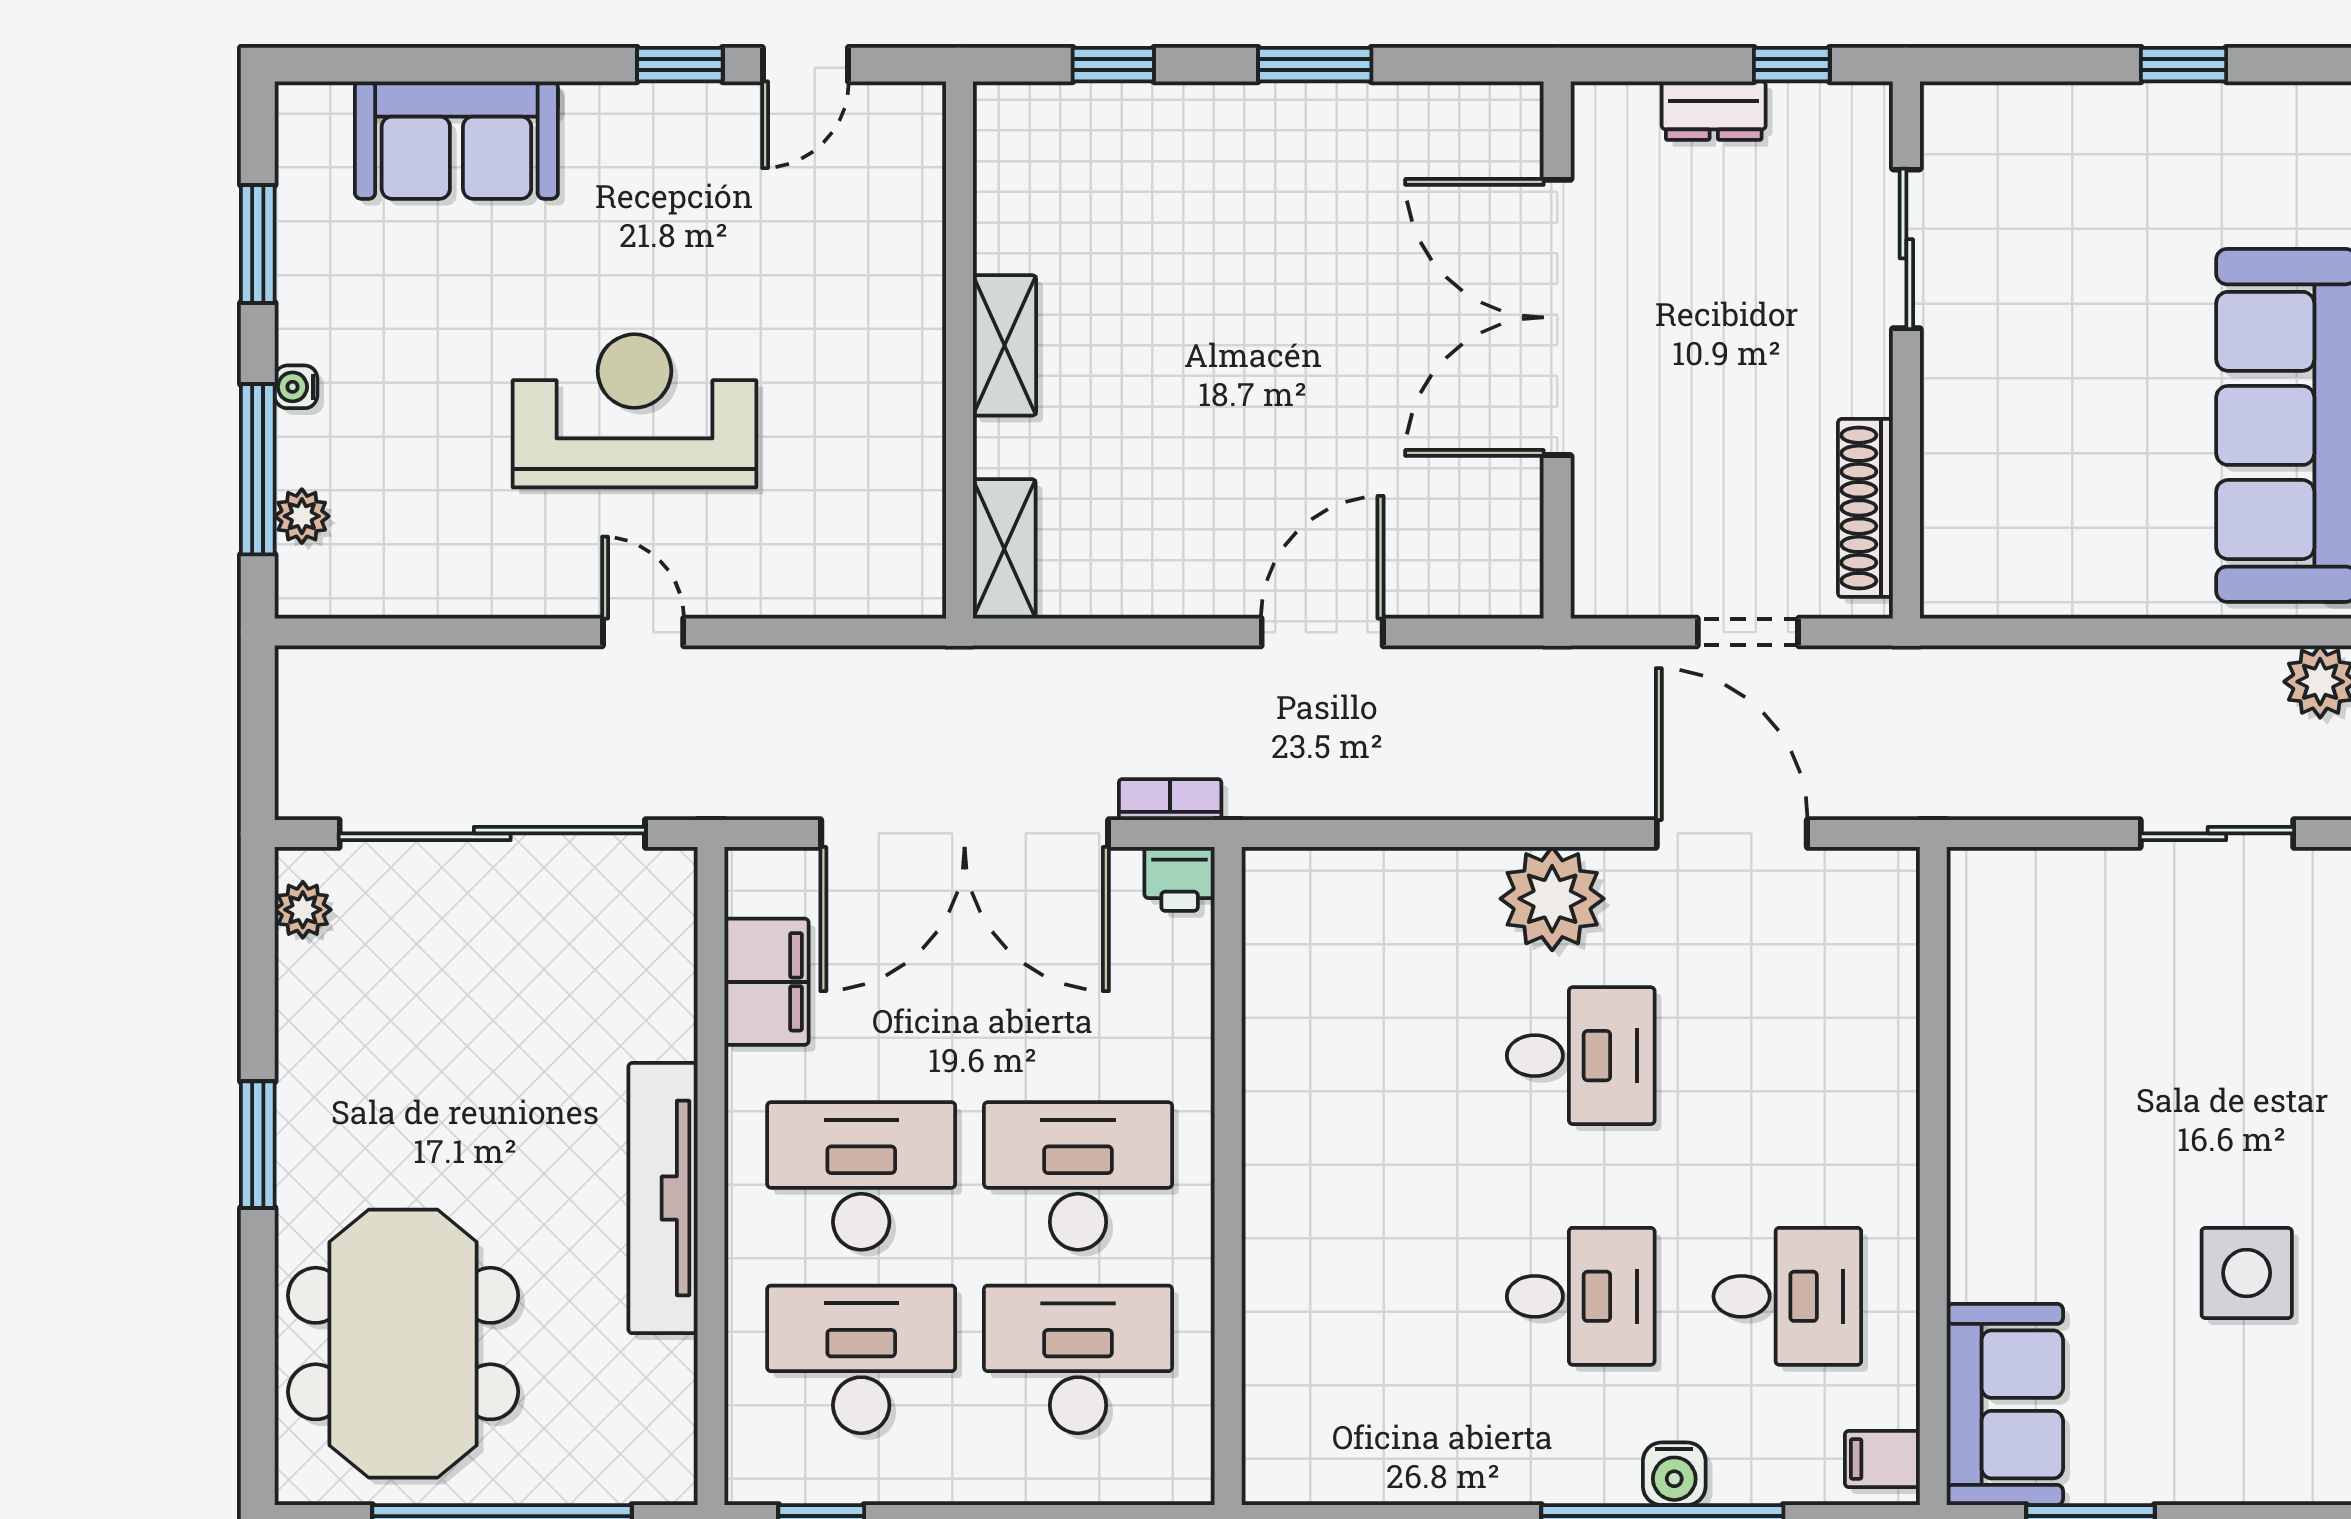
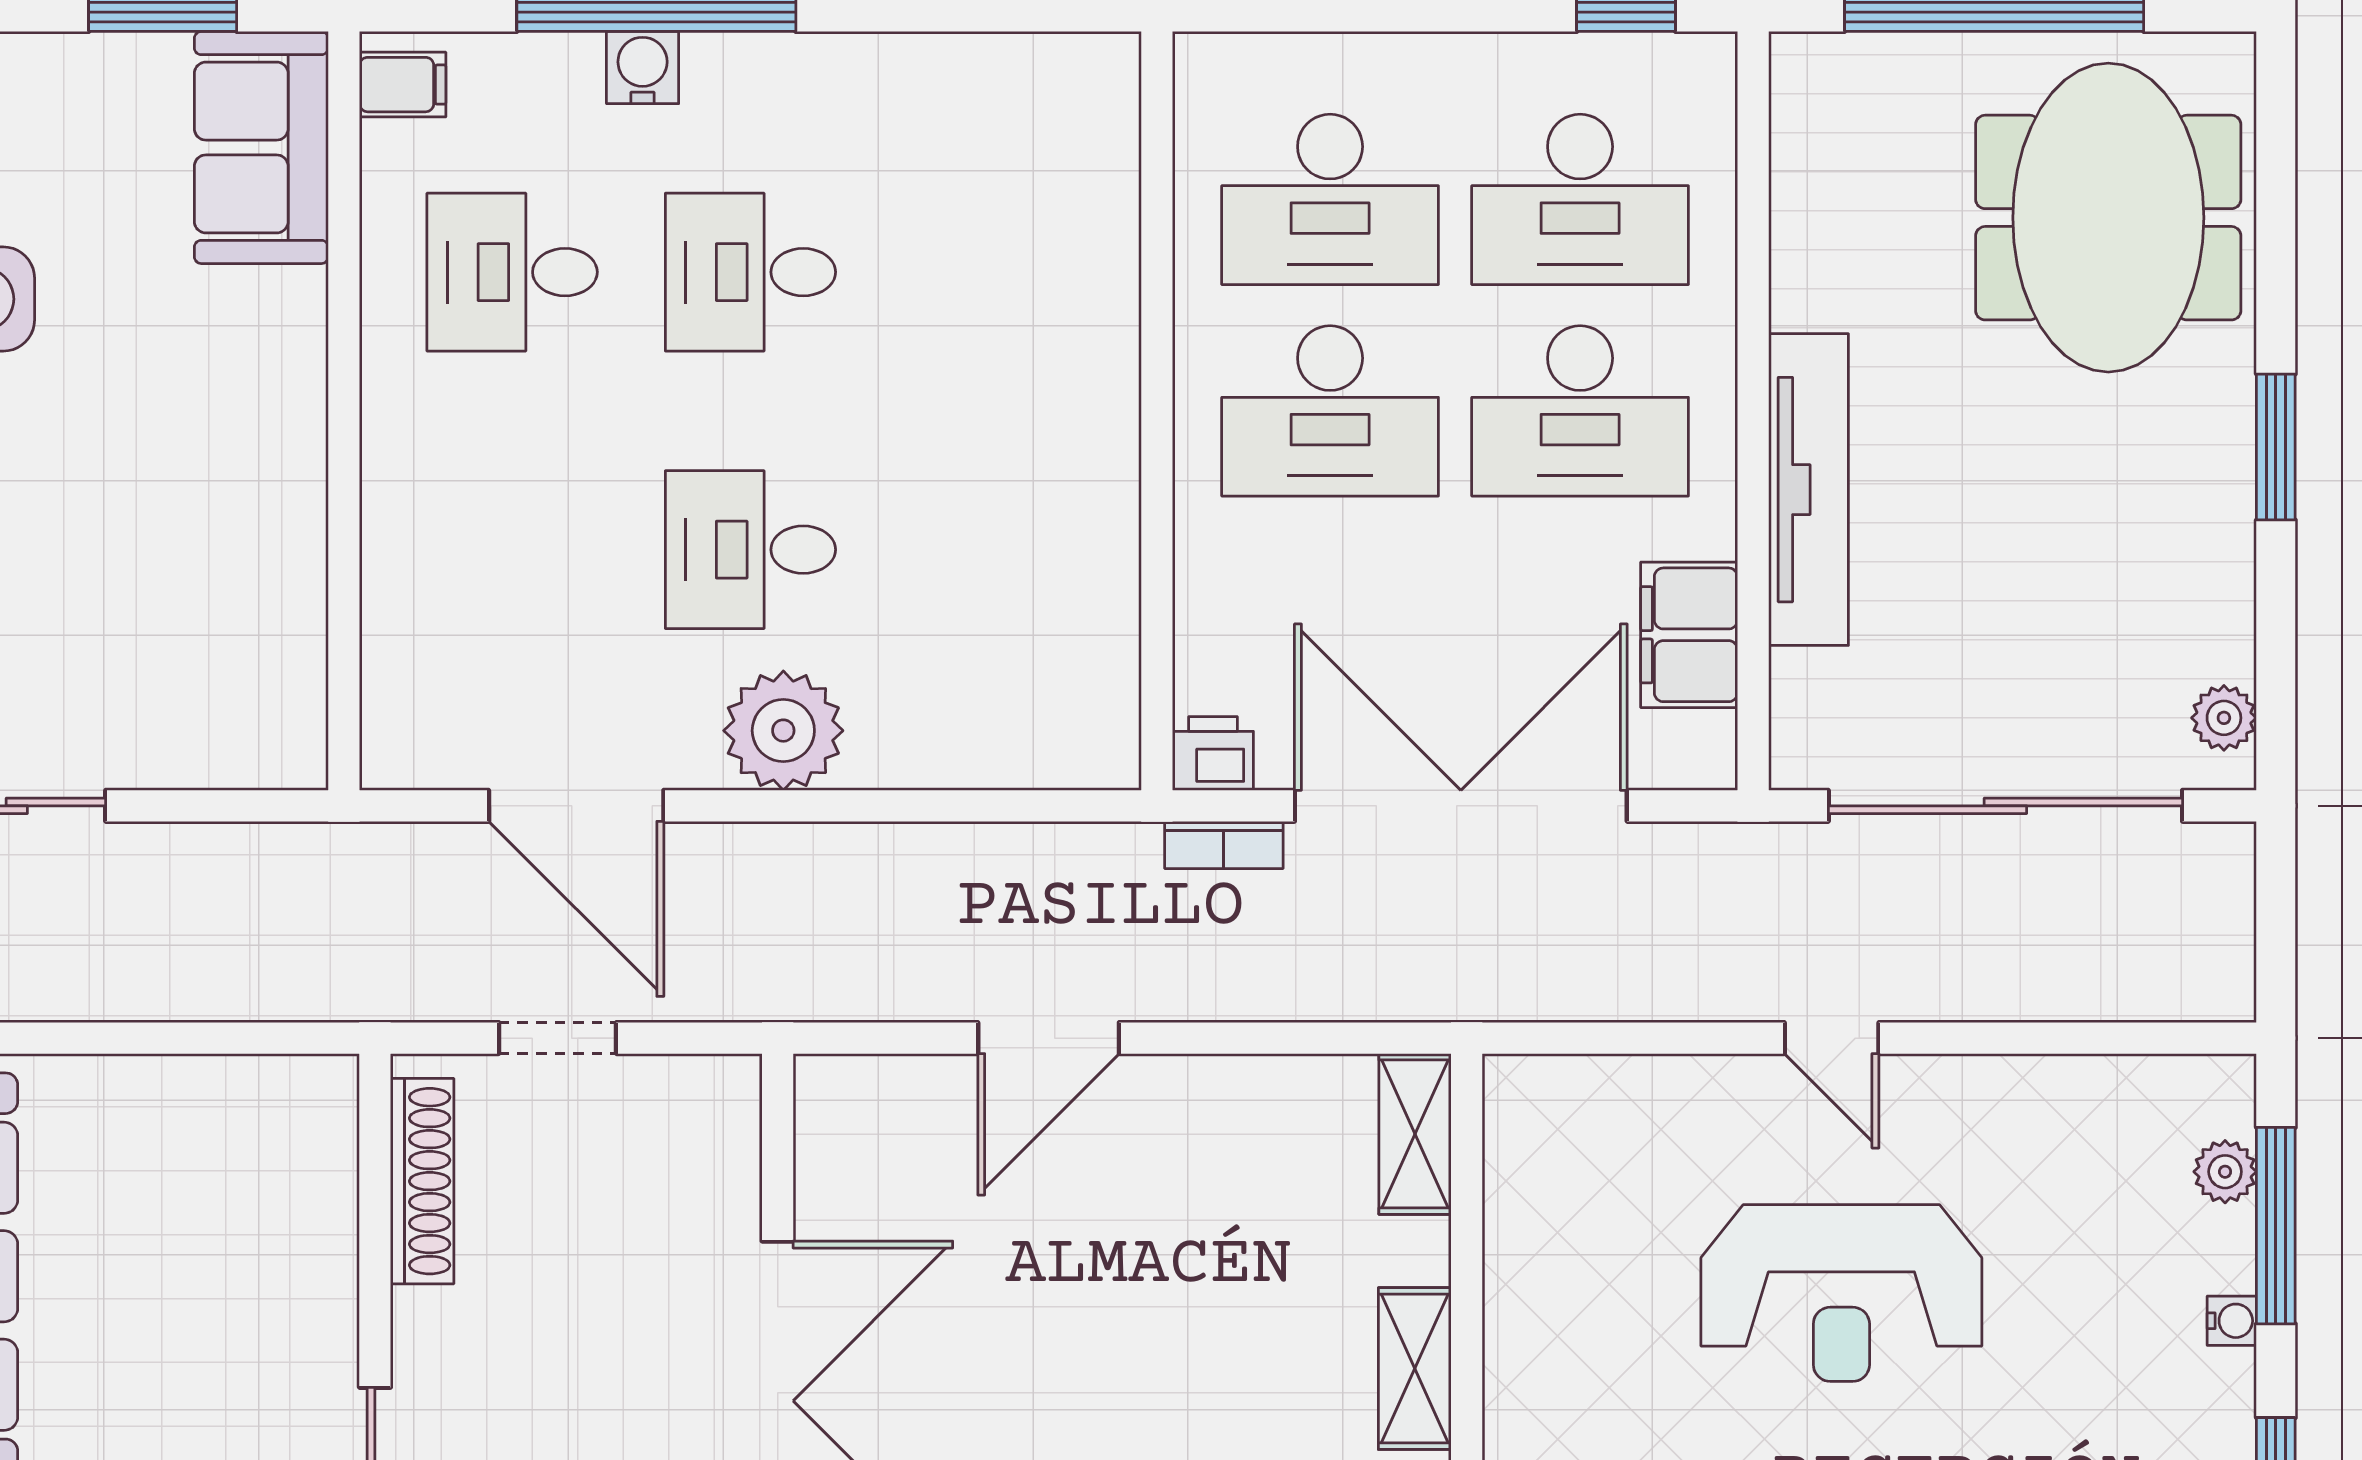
tv unit: (663, 1198) -> (1809, 490), moved

